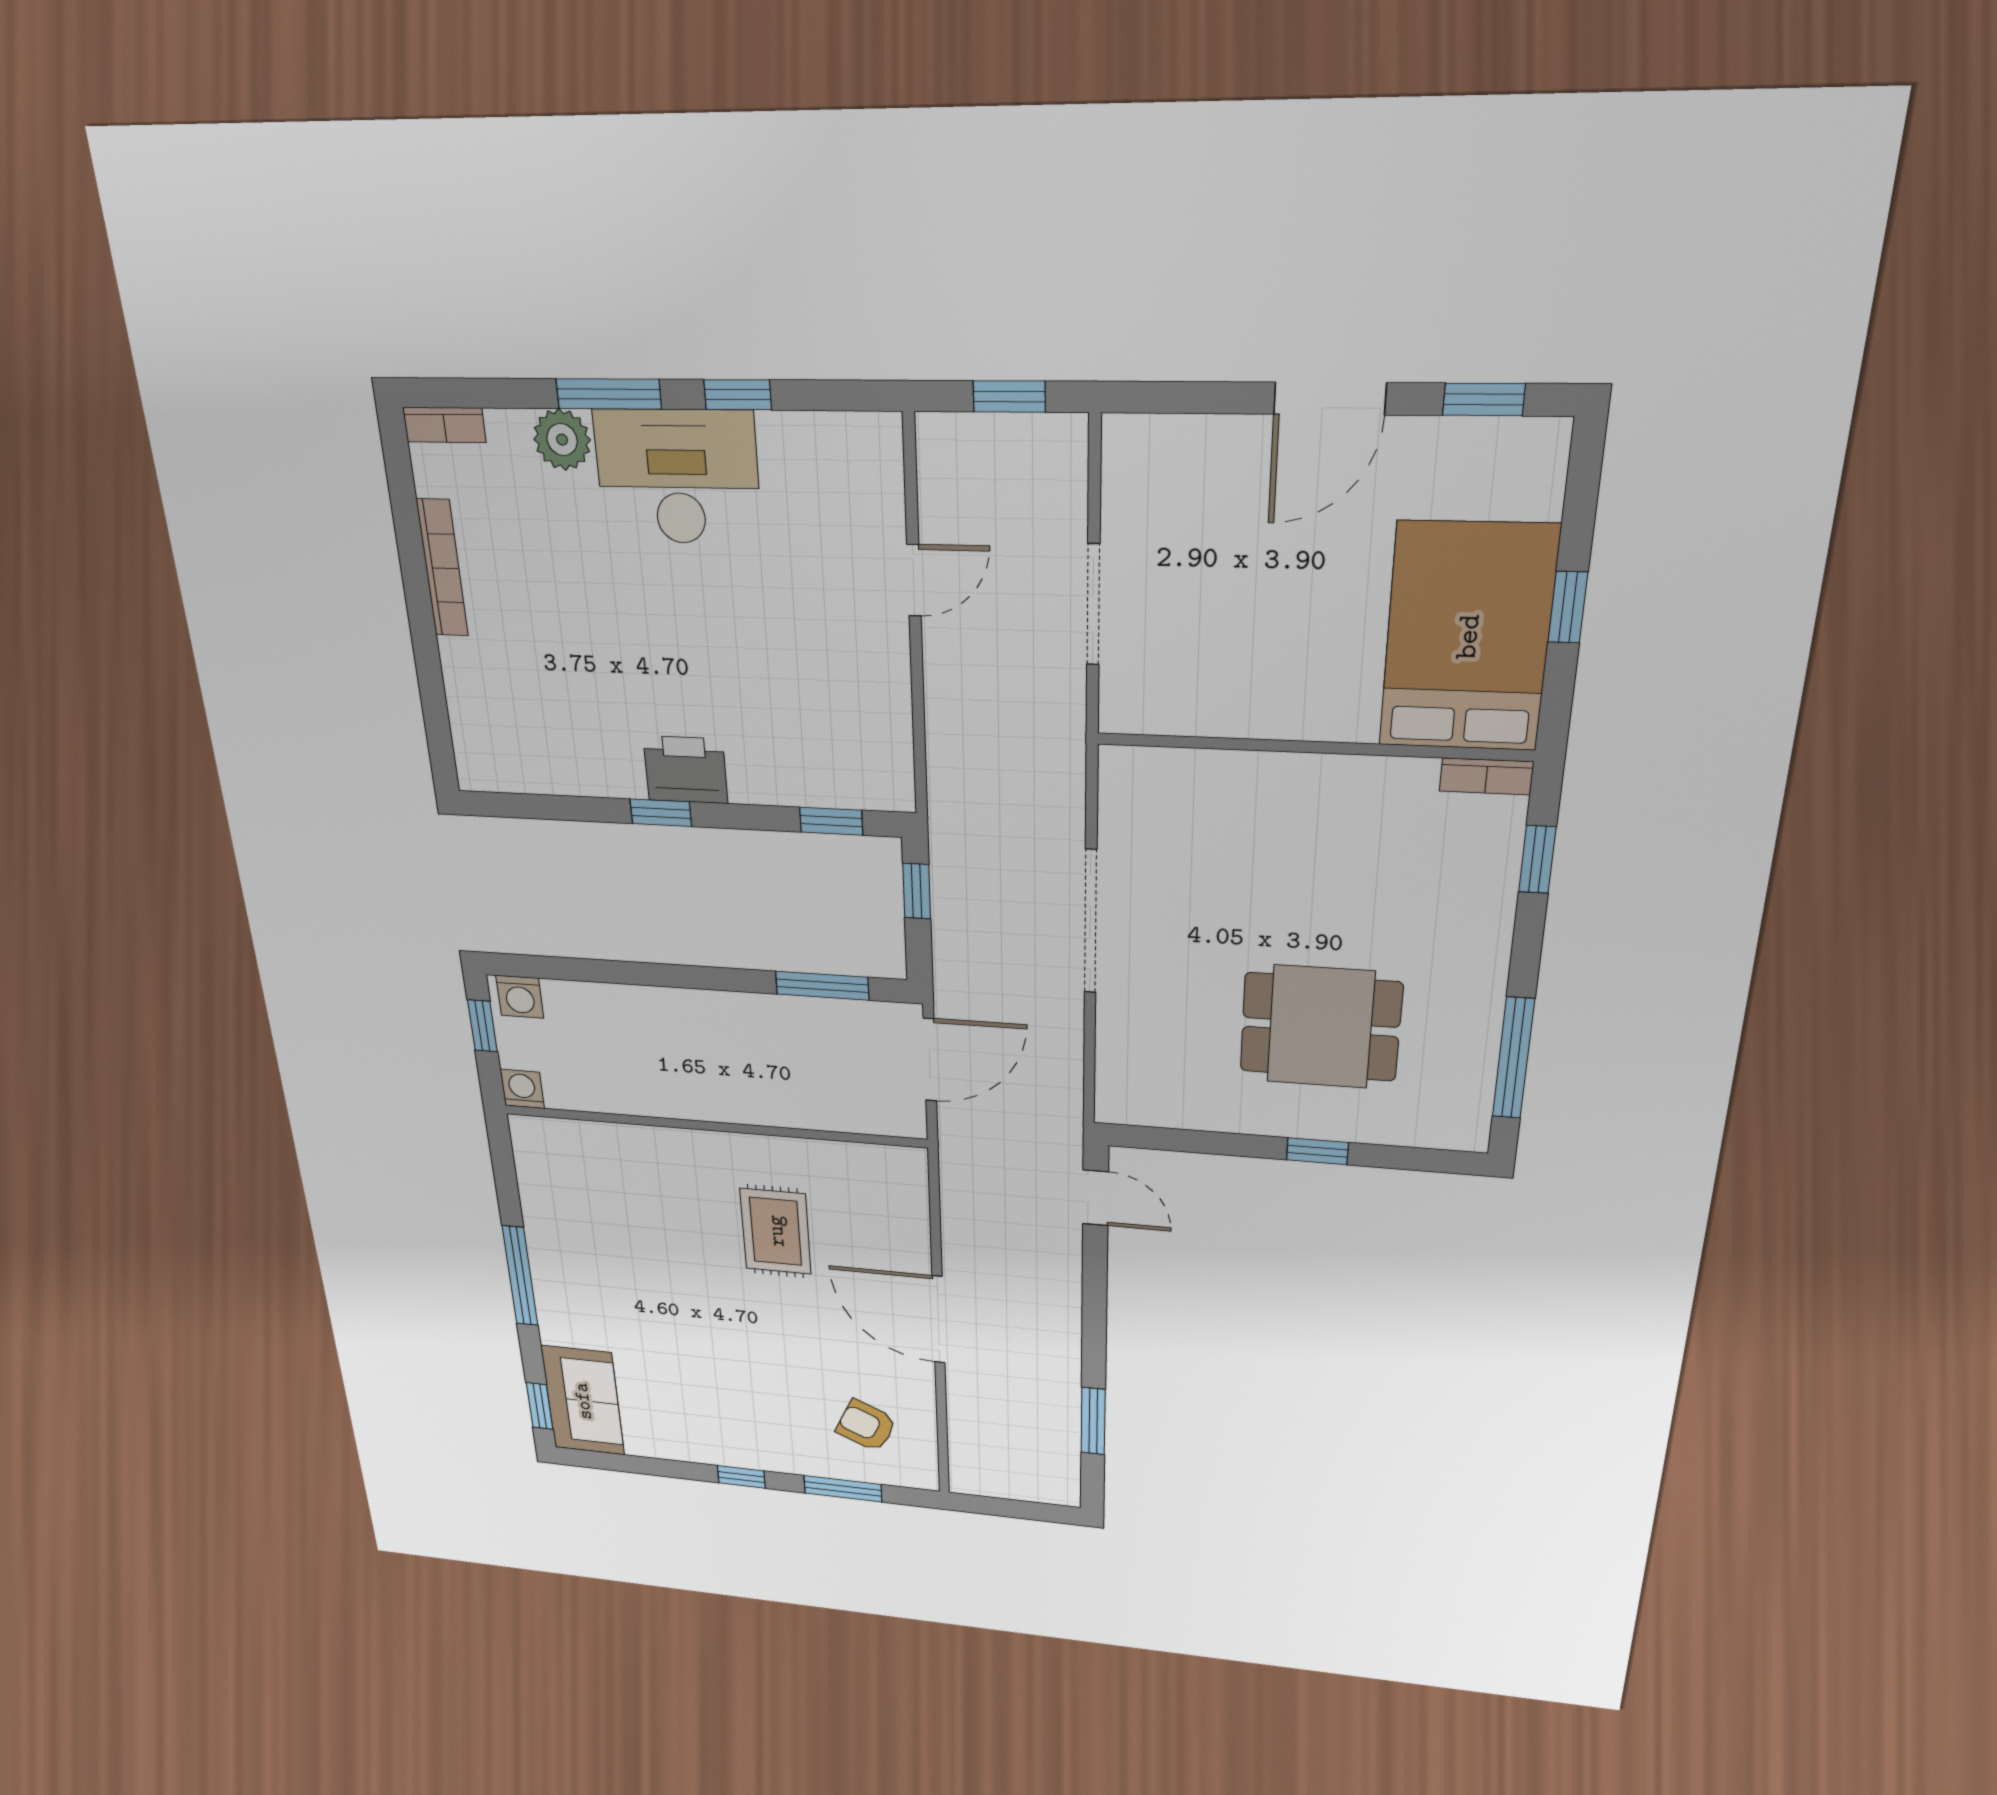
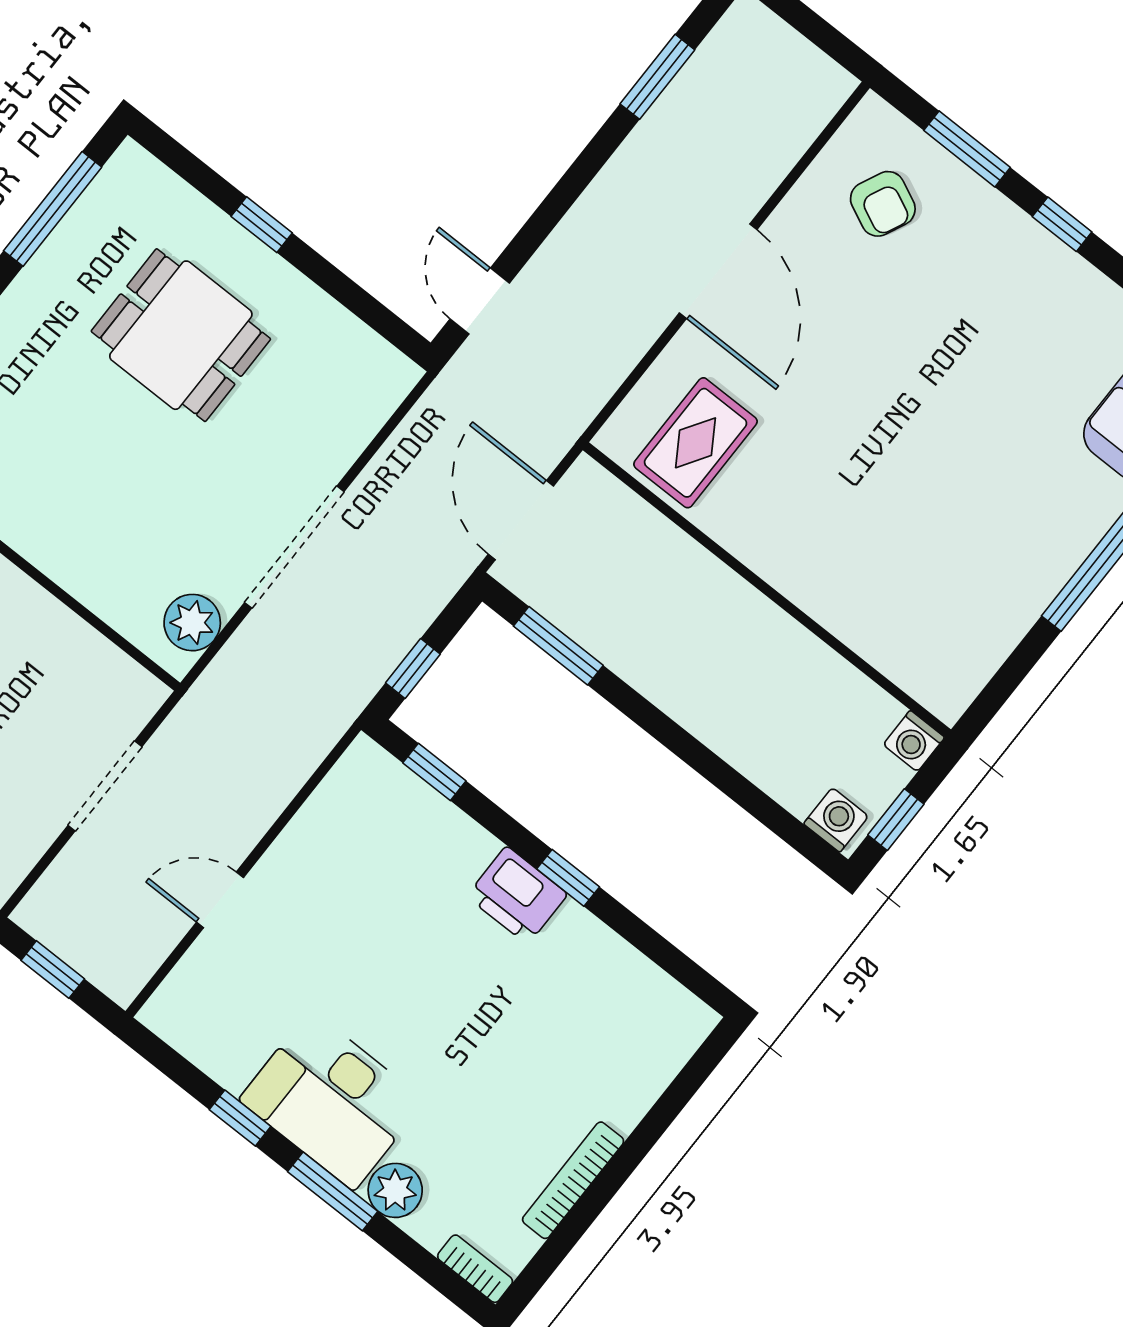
plant: (1128, 802) -> (192, 623), added
door: (930, 1060) -> (521, 520), hinge flipped
rug: (776, 1231) -> (696, 443), moved

